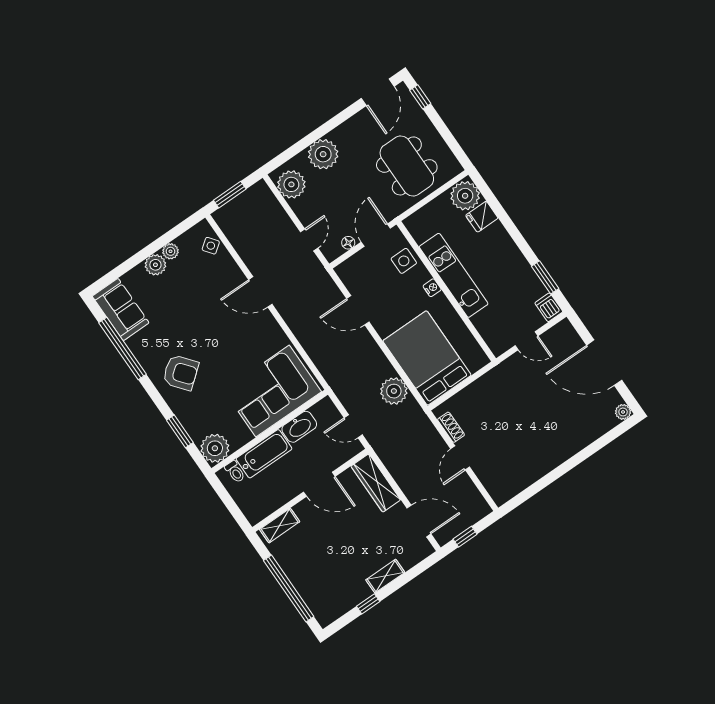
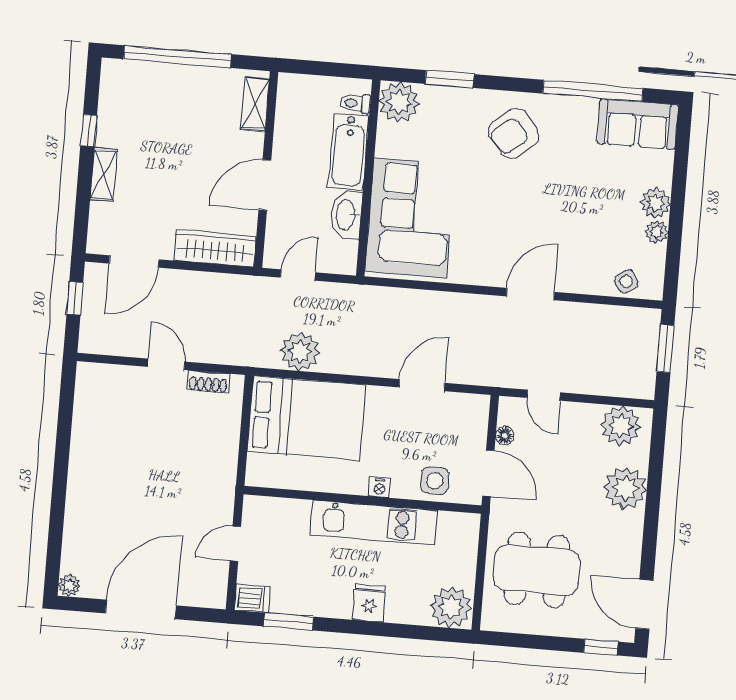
fridge: (482, 217) -> (369, 603), moved

